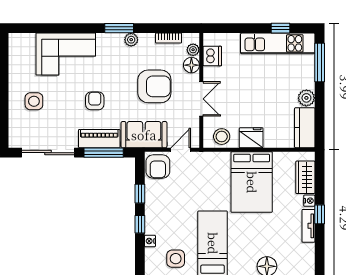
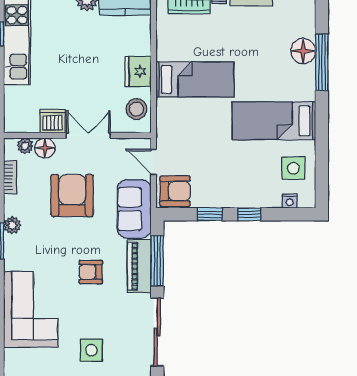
dishwasher: (212, 56) -> (52, 121), moved
bed: (252, 182) -> (195, 79), width x0.67
nightstand: (150, 241) -> (290, 201), moved

